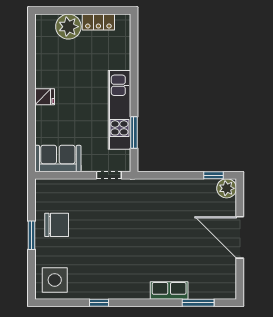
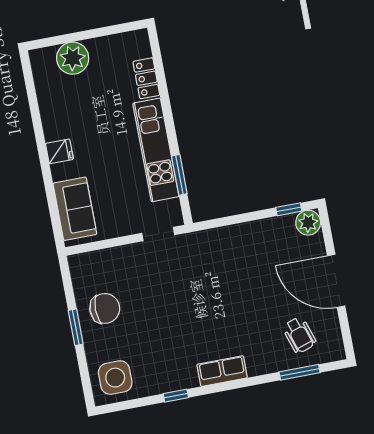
locker: (98, 22) -> (146, 78), moved, turned 90
sofa: (58, 159) -> (75, 209), moved, turned 90
wheelchair: (203, 274) -> (299, 335), added
row of seats: (169, 291) -> (222, 371), moved

